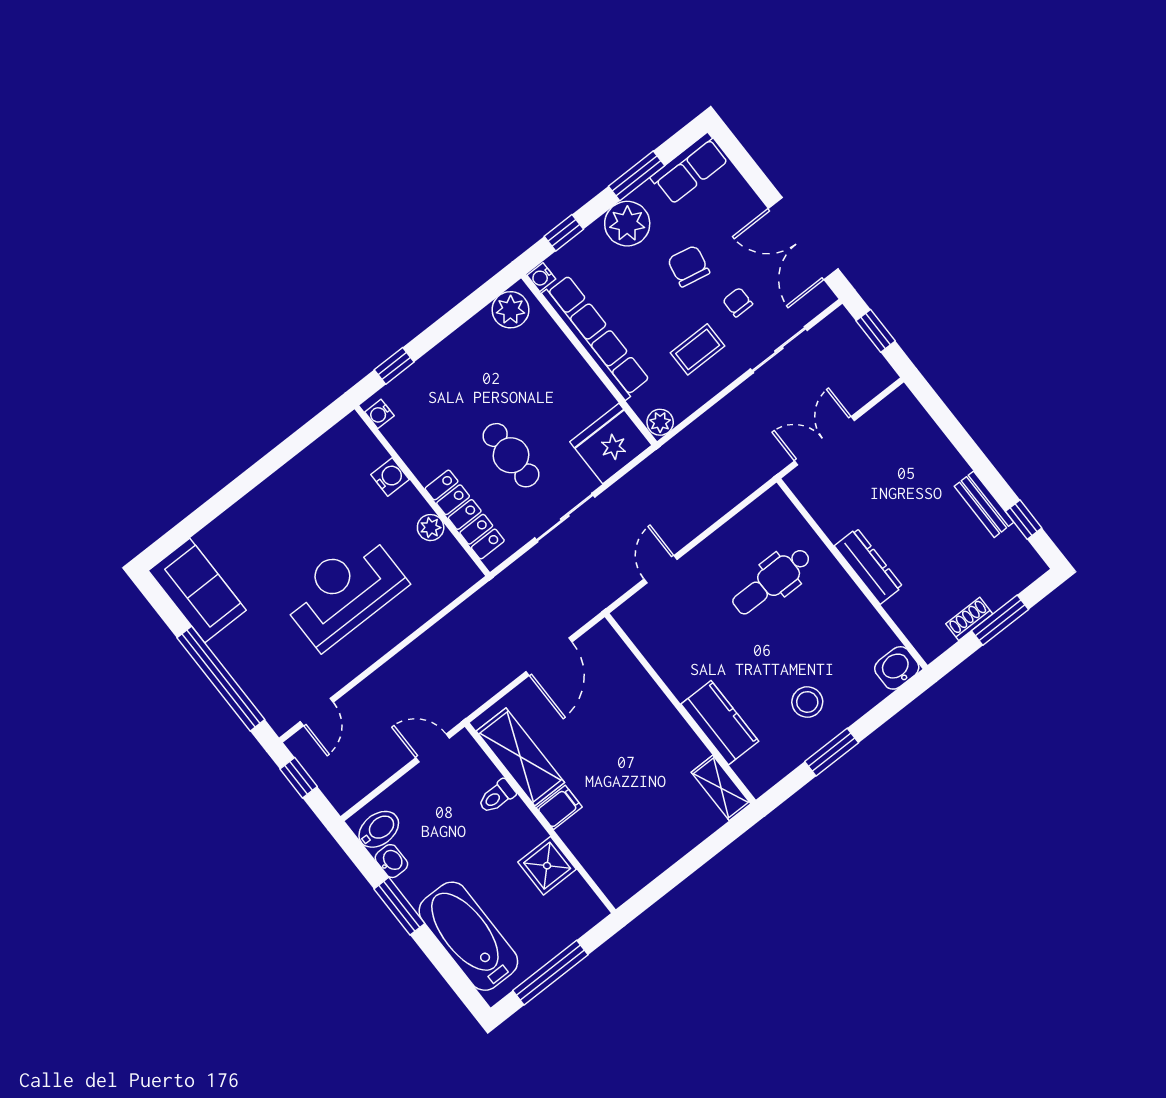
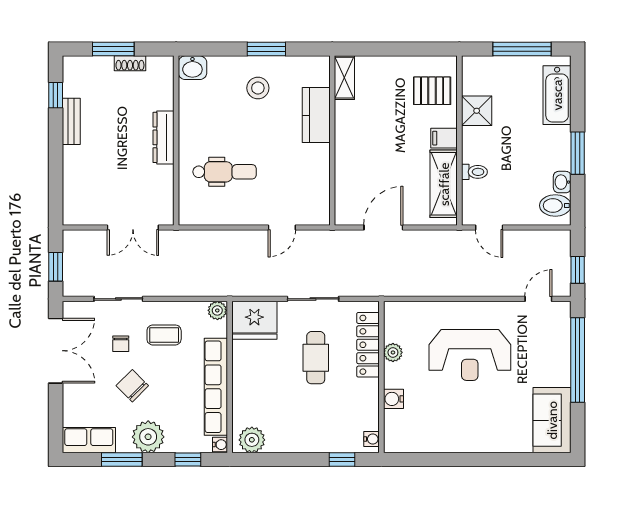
chair: (689, 266) -> (132, 386), turned 124
pallet: (613, 849) -> (432, 91), added
bathtub: (468, 936) -> (557, 95), width x0.73, depth x0.73

